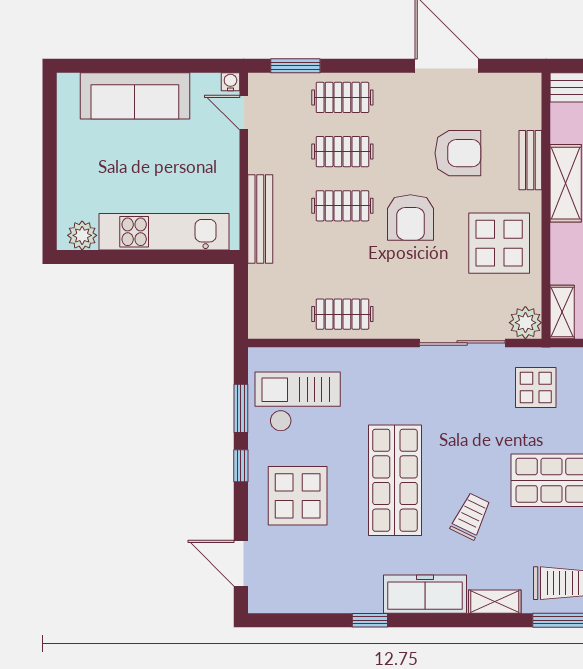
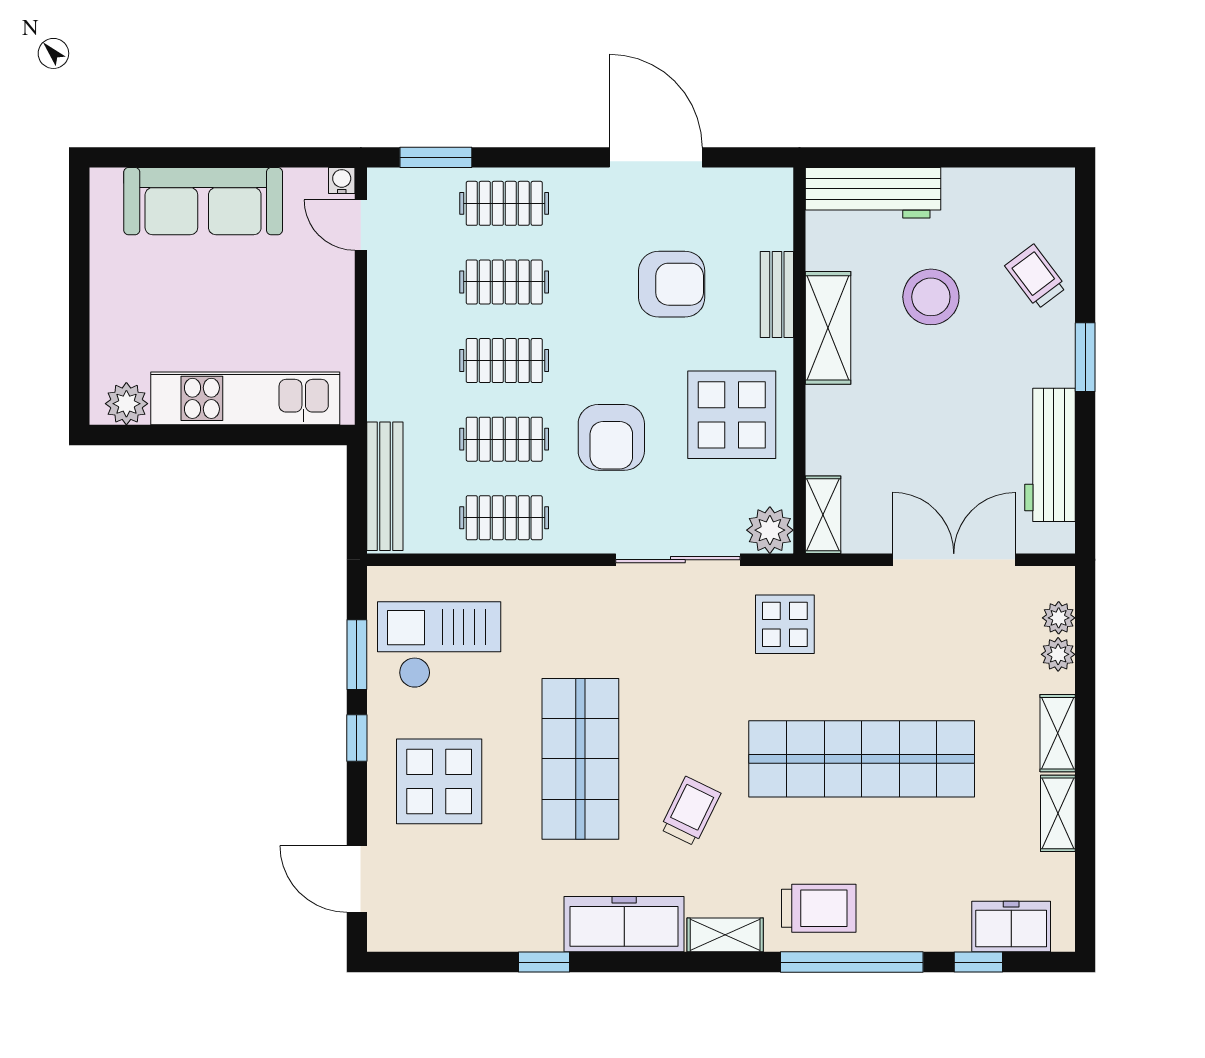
armchair: (410, 217) -> (611, 437), moved
bench: (260, 219) -> (385, 486), moved
clothes rail: (342, 260) -> (504, 439), added

